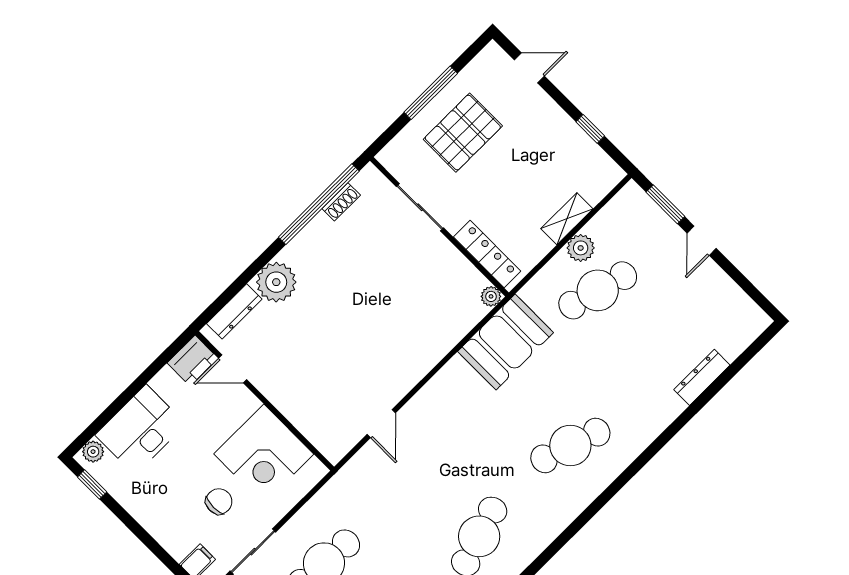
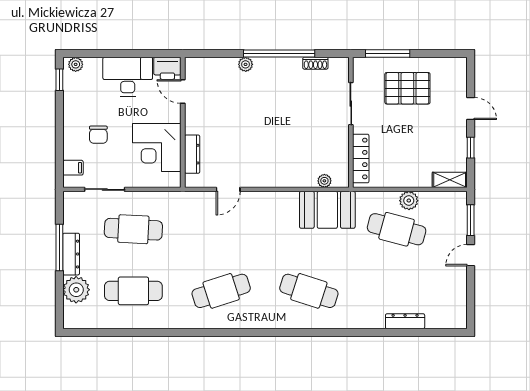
door: (529, 68) -> (471, 109), moved
window: (431, 93) -> (388, 54), moved
window: (319, 204) -> (279, 54), moved
shelving: (567, 219) -> (450, 180), moved
plant: (276, 282) -> (246, 64), width x0.53, depth x0.53
plant: (491, 296) -> (324, 181), moved
dresser: (234, 311) -> (192, 154), moved, turned -90
desk: (140, 430) -> (128, 77), moved
chair: (219, 501) -> (98, 135), moved, turned 90

